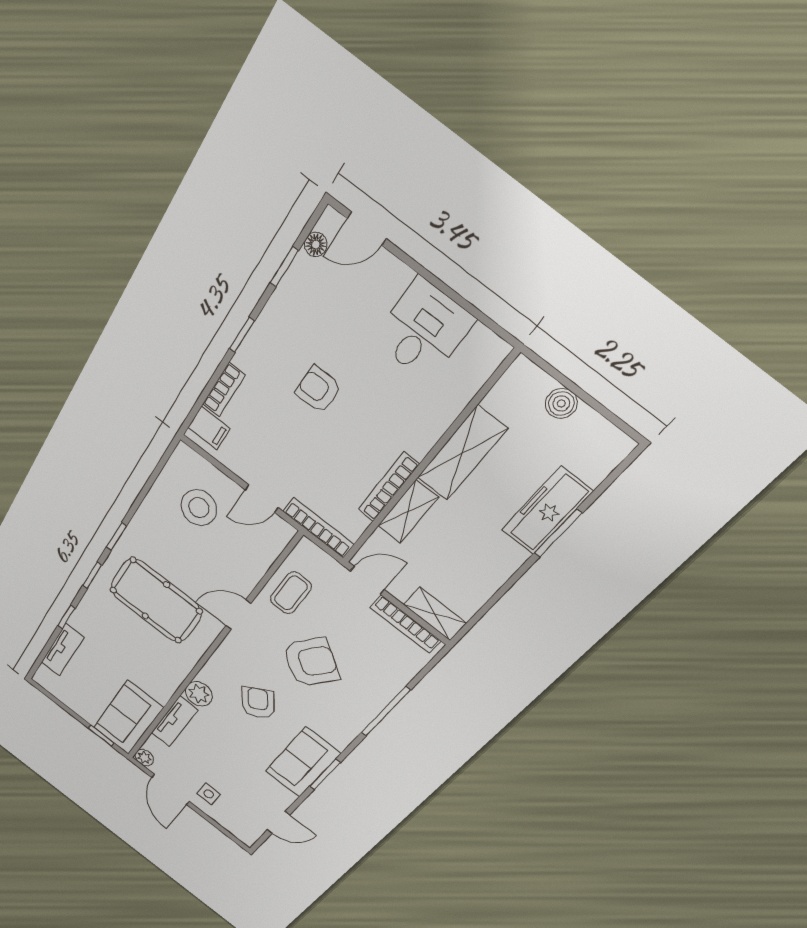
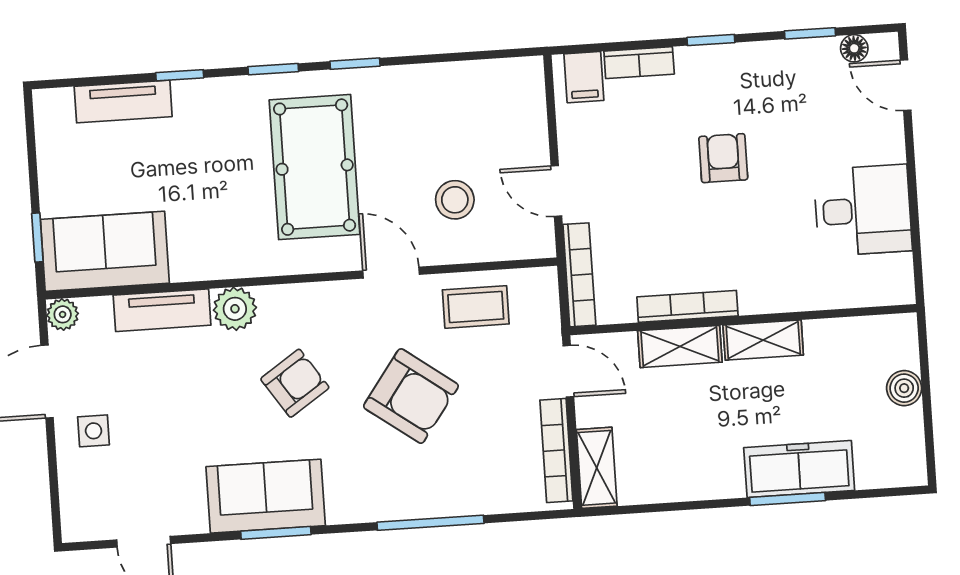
shelving: (462, 453) -> (763, 340), width x0.67, depth x0.75
stool: (199, 508) -> (455, 200), moved, width x0.73, depth x0.73

